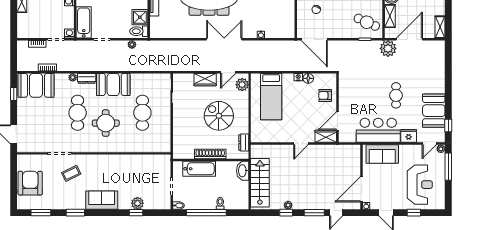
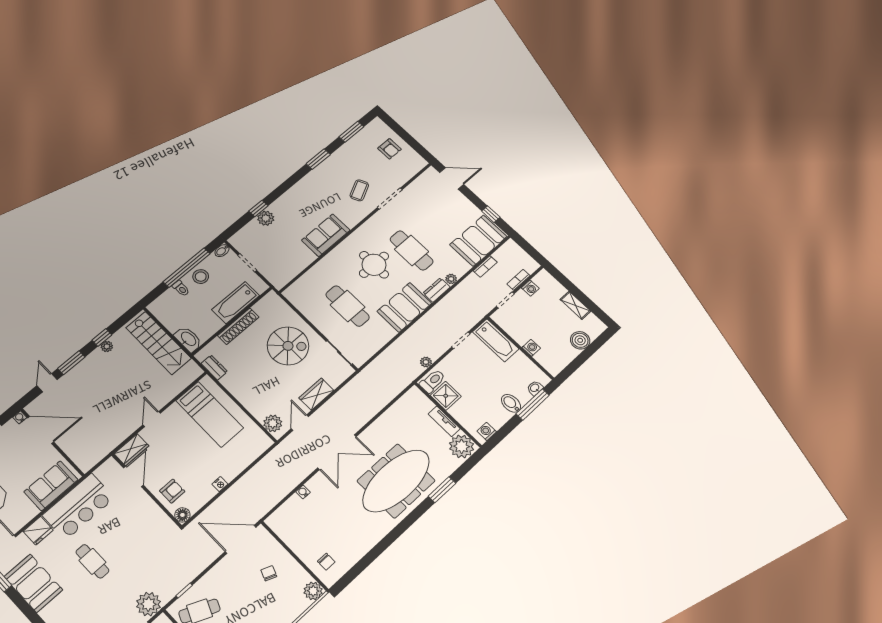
washing machine: (69, 34) -> (530, 288), moved
floor lamp: (308, 78) -> (182, 515), moved
bed: (271, 97) -> (210, 414), moved, turned 180
spiral stairs: (219, 116) -> (288, 346), moved
armchair: (30, 183) -> (389, 149), width x0.53, depth x0.53
door: (362, 189) -> (41, 430), hinge flipped
sofa: (102, 200) -> (326, 235), moved, turned 180
stool: (204, 201) -> (201, 277), added

